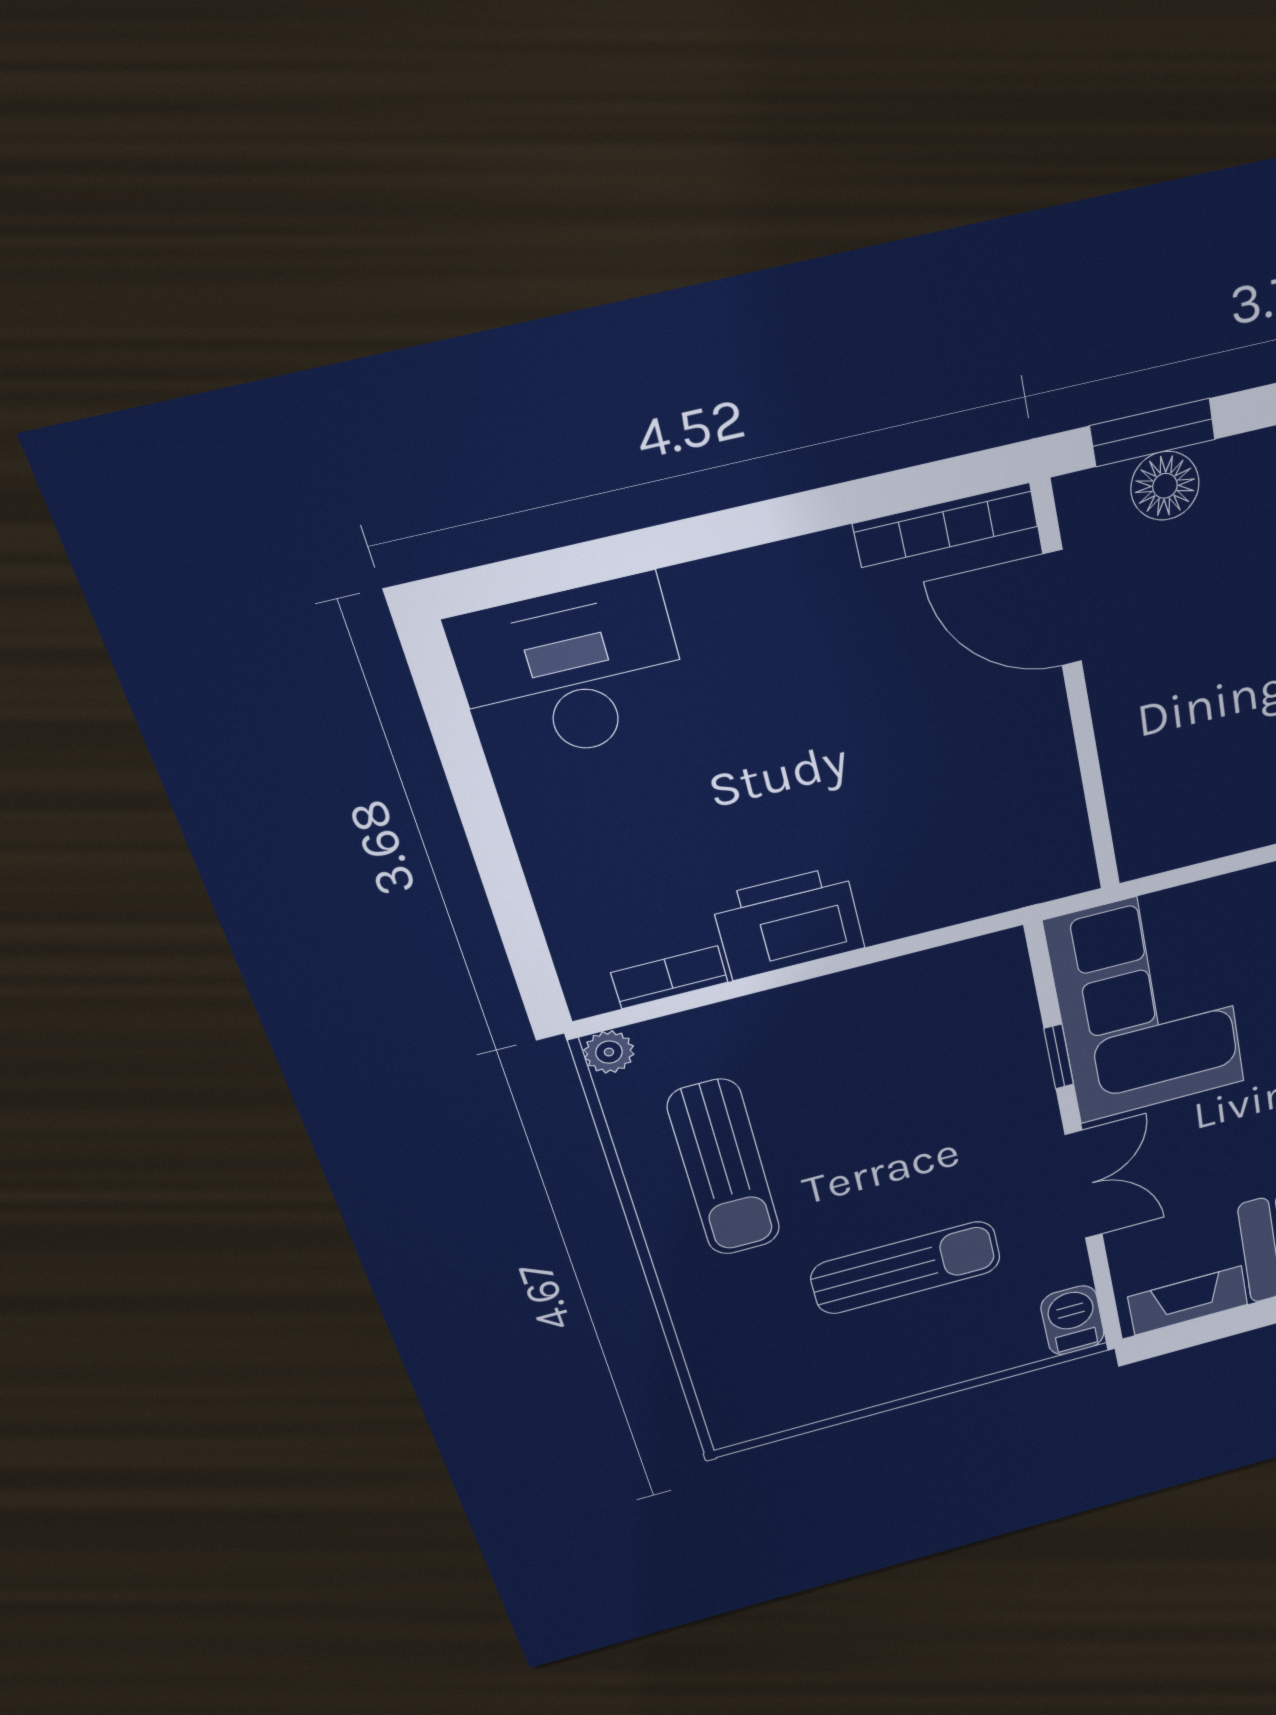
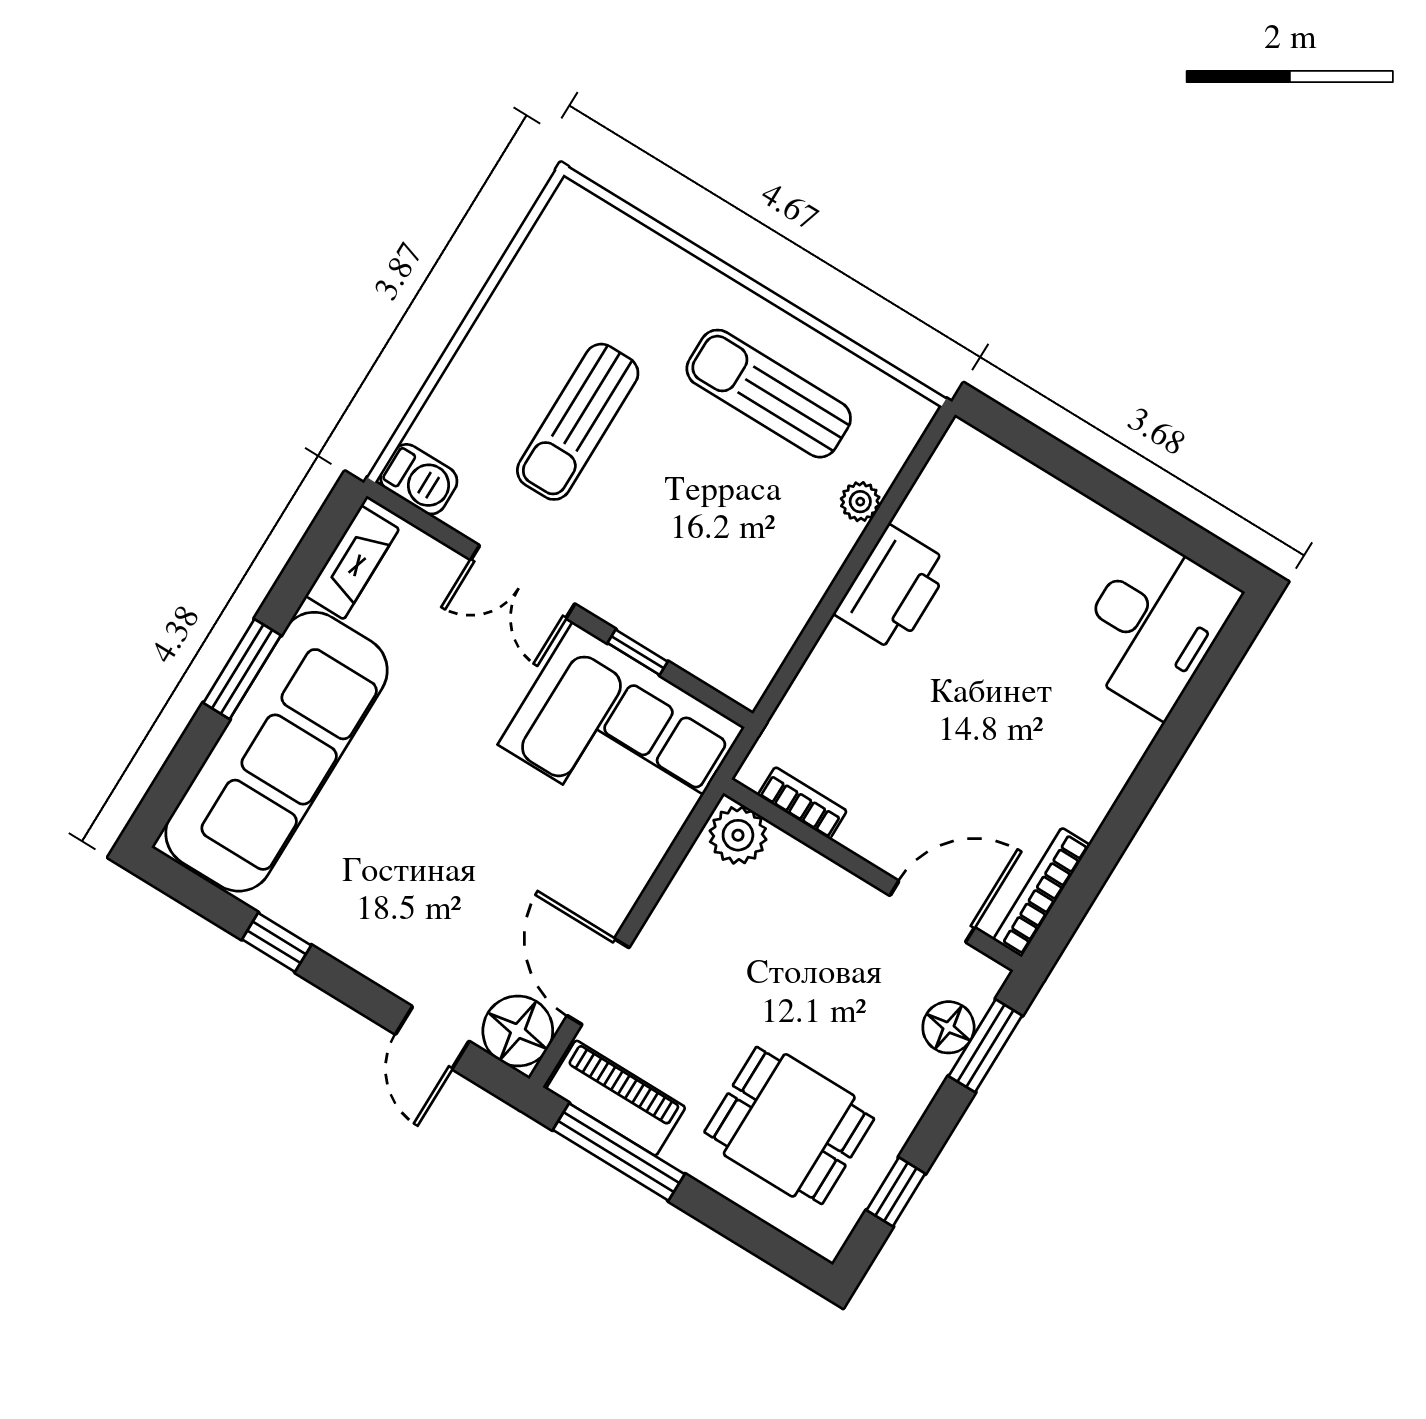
plant: (1148, 837) -> (738, 835), added
bookcase: (670, 977) -> (802, 803), moved, turned -90
plant: (609, 1052) -> (860, 502), moved

